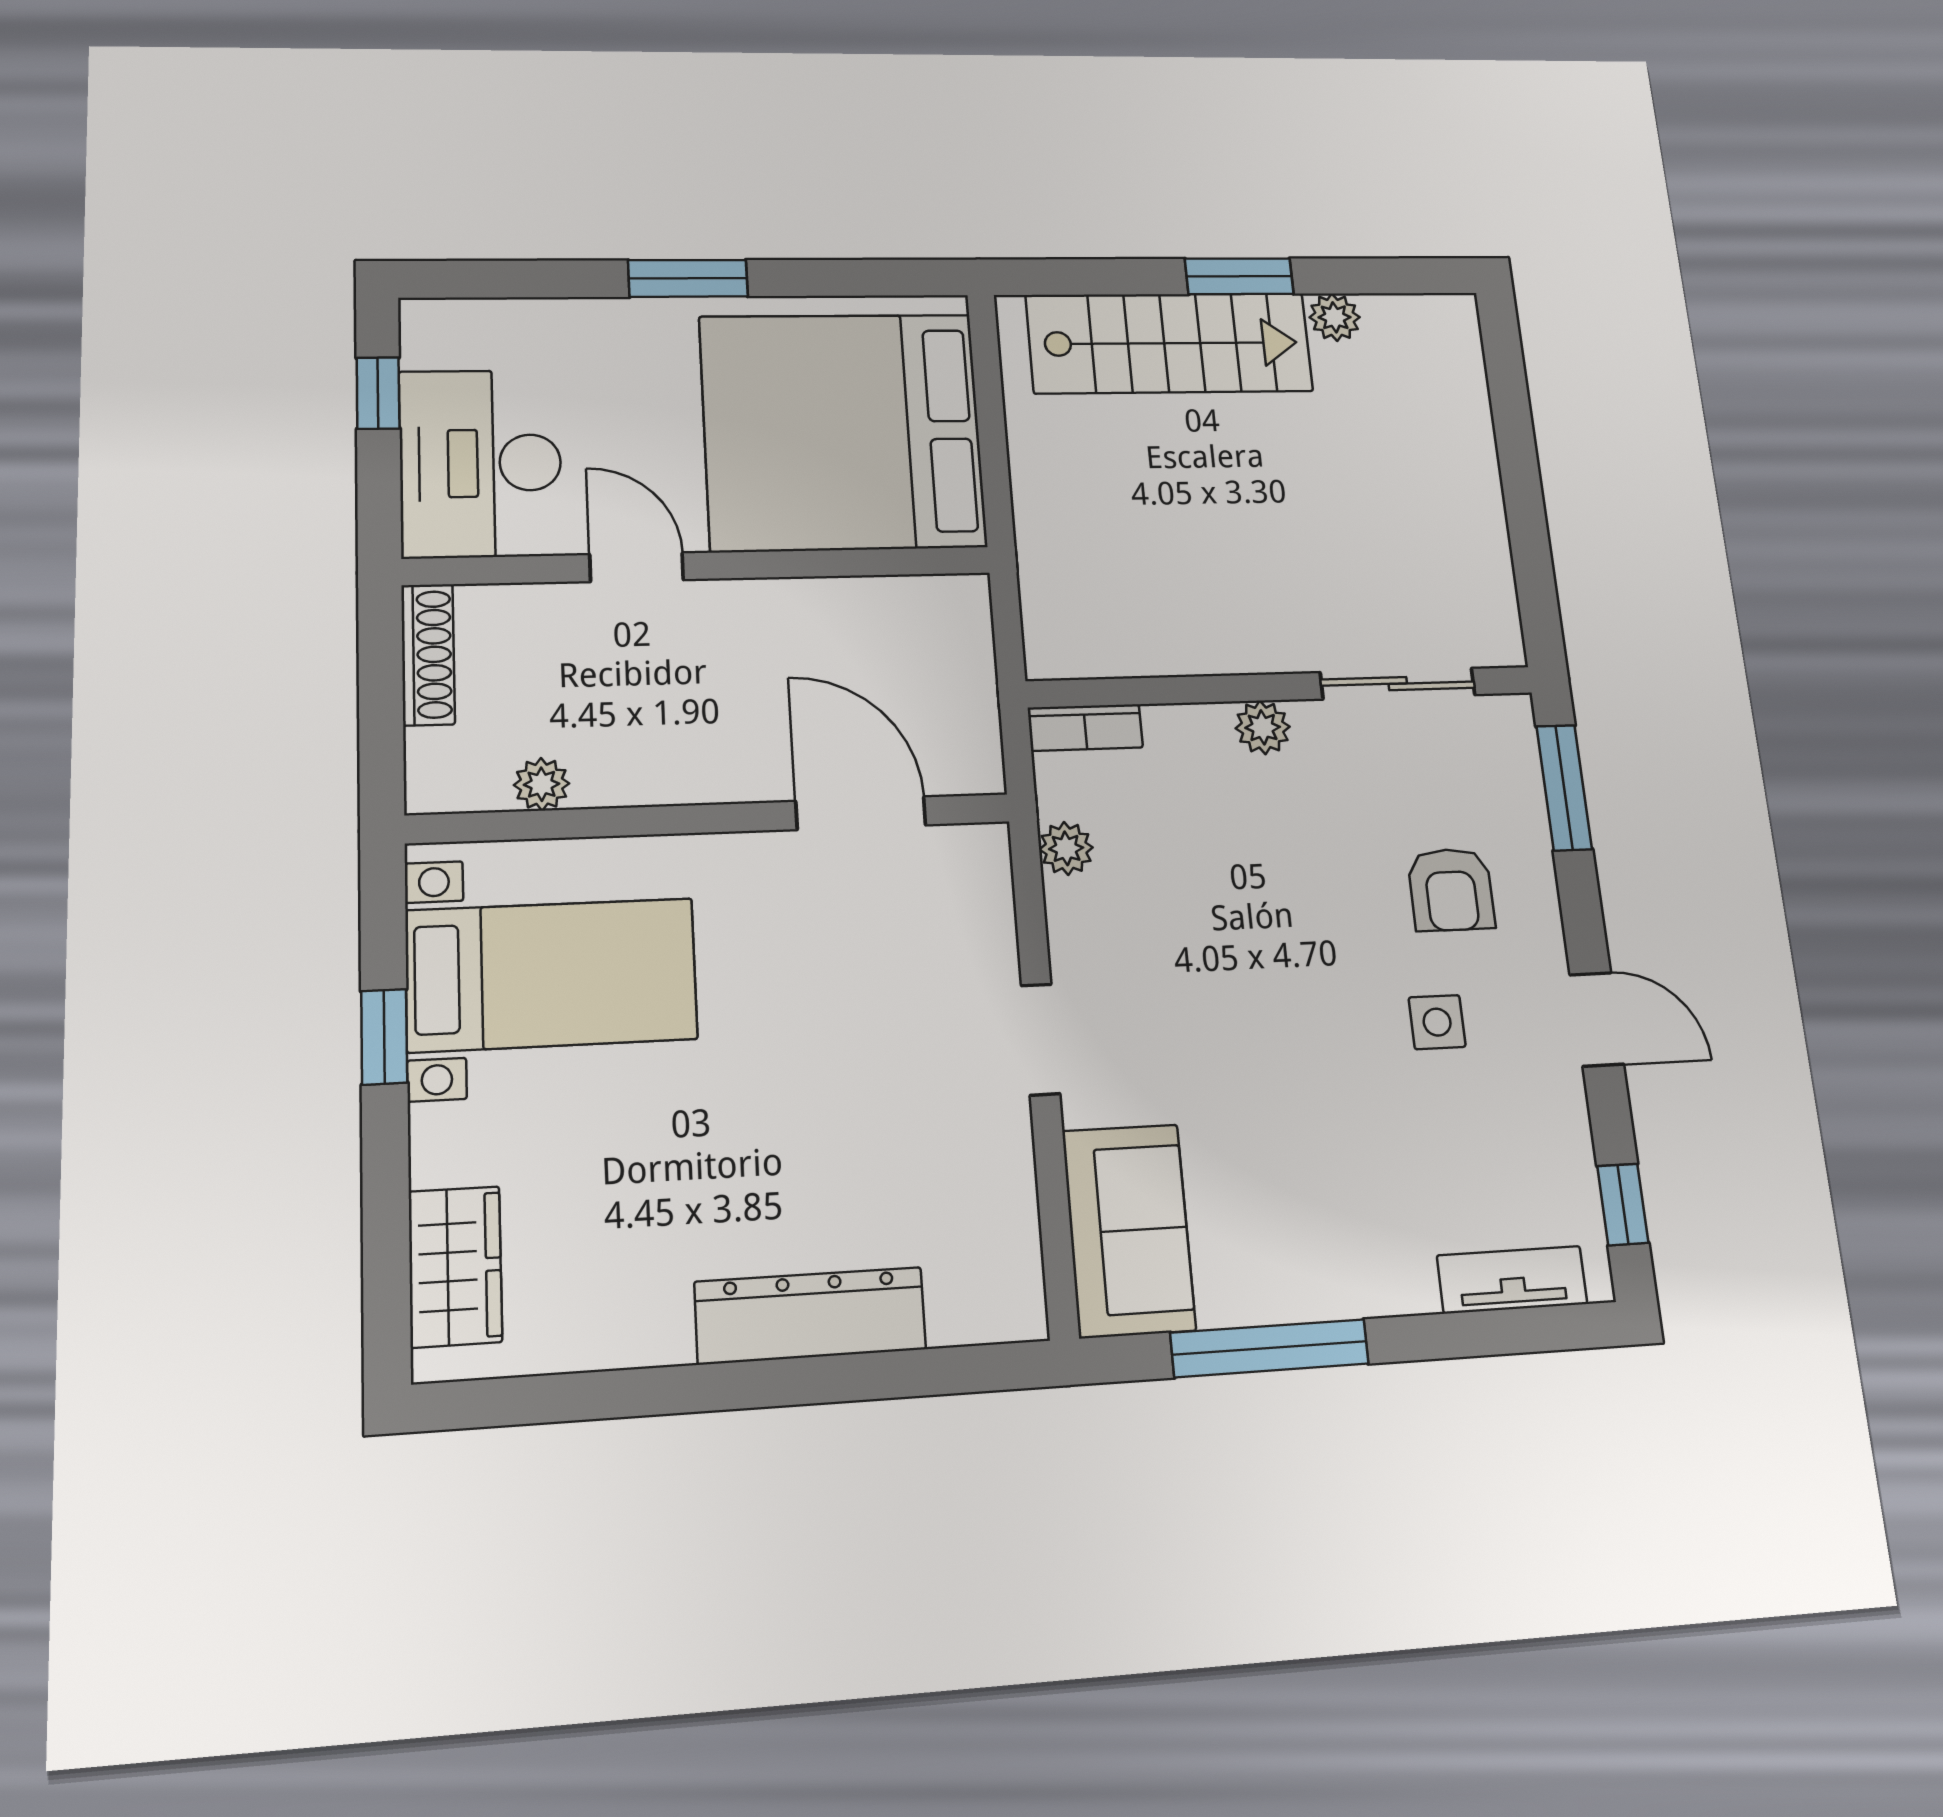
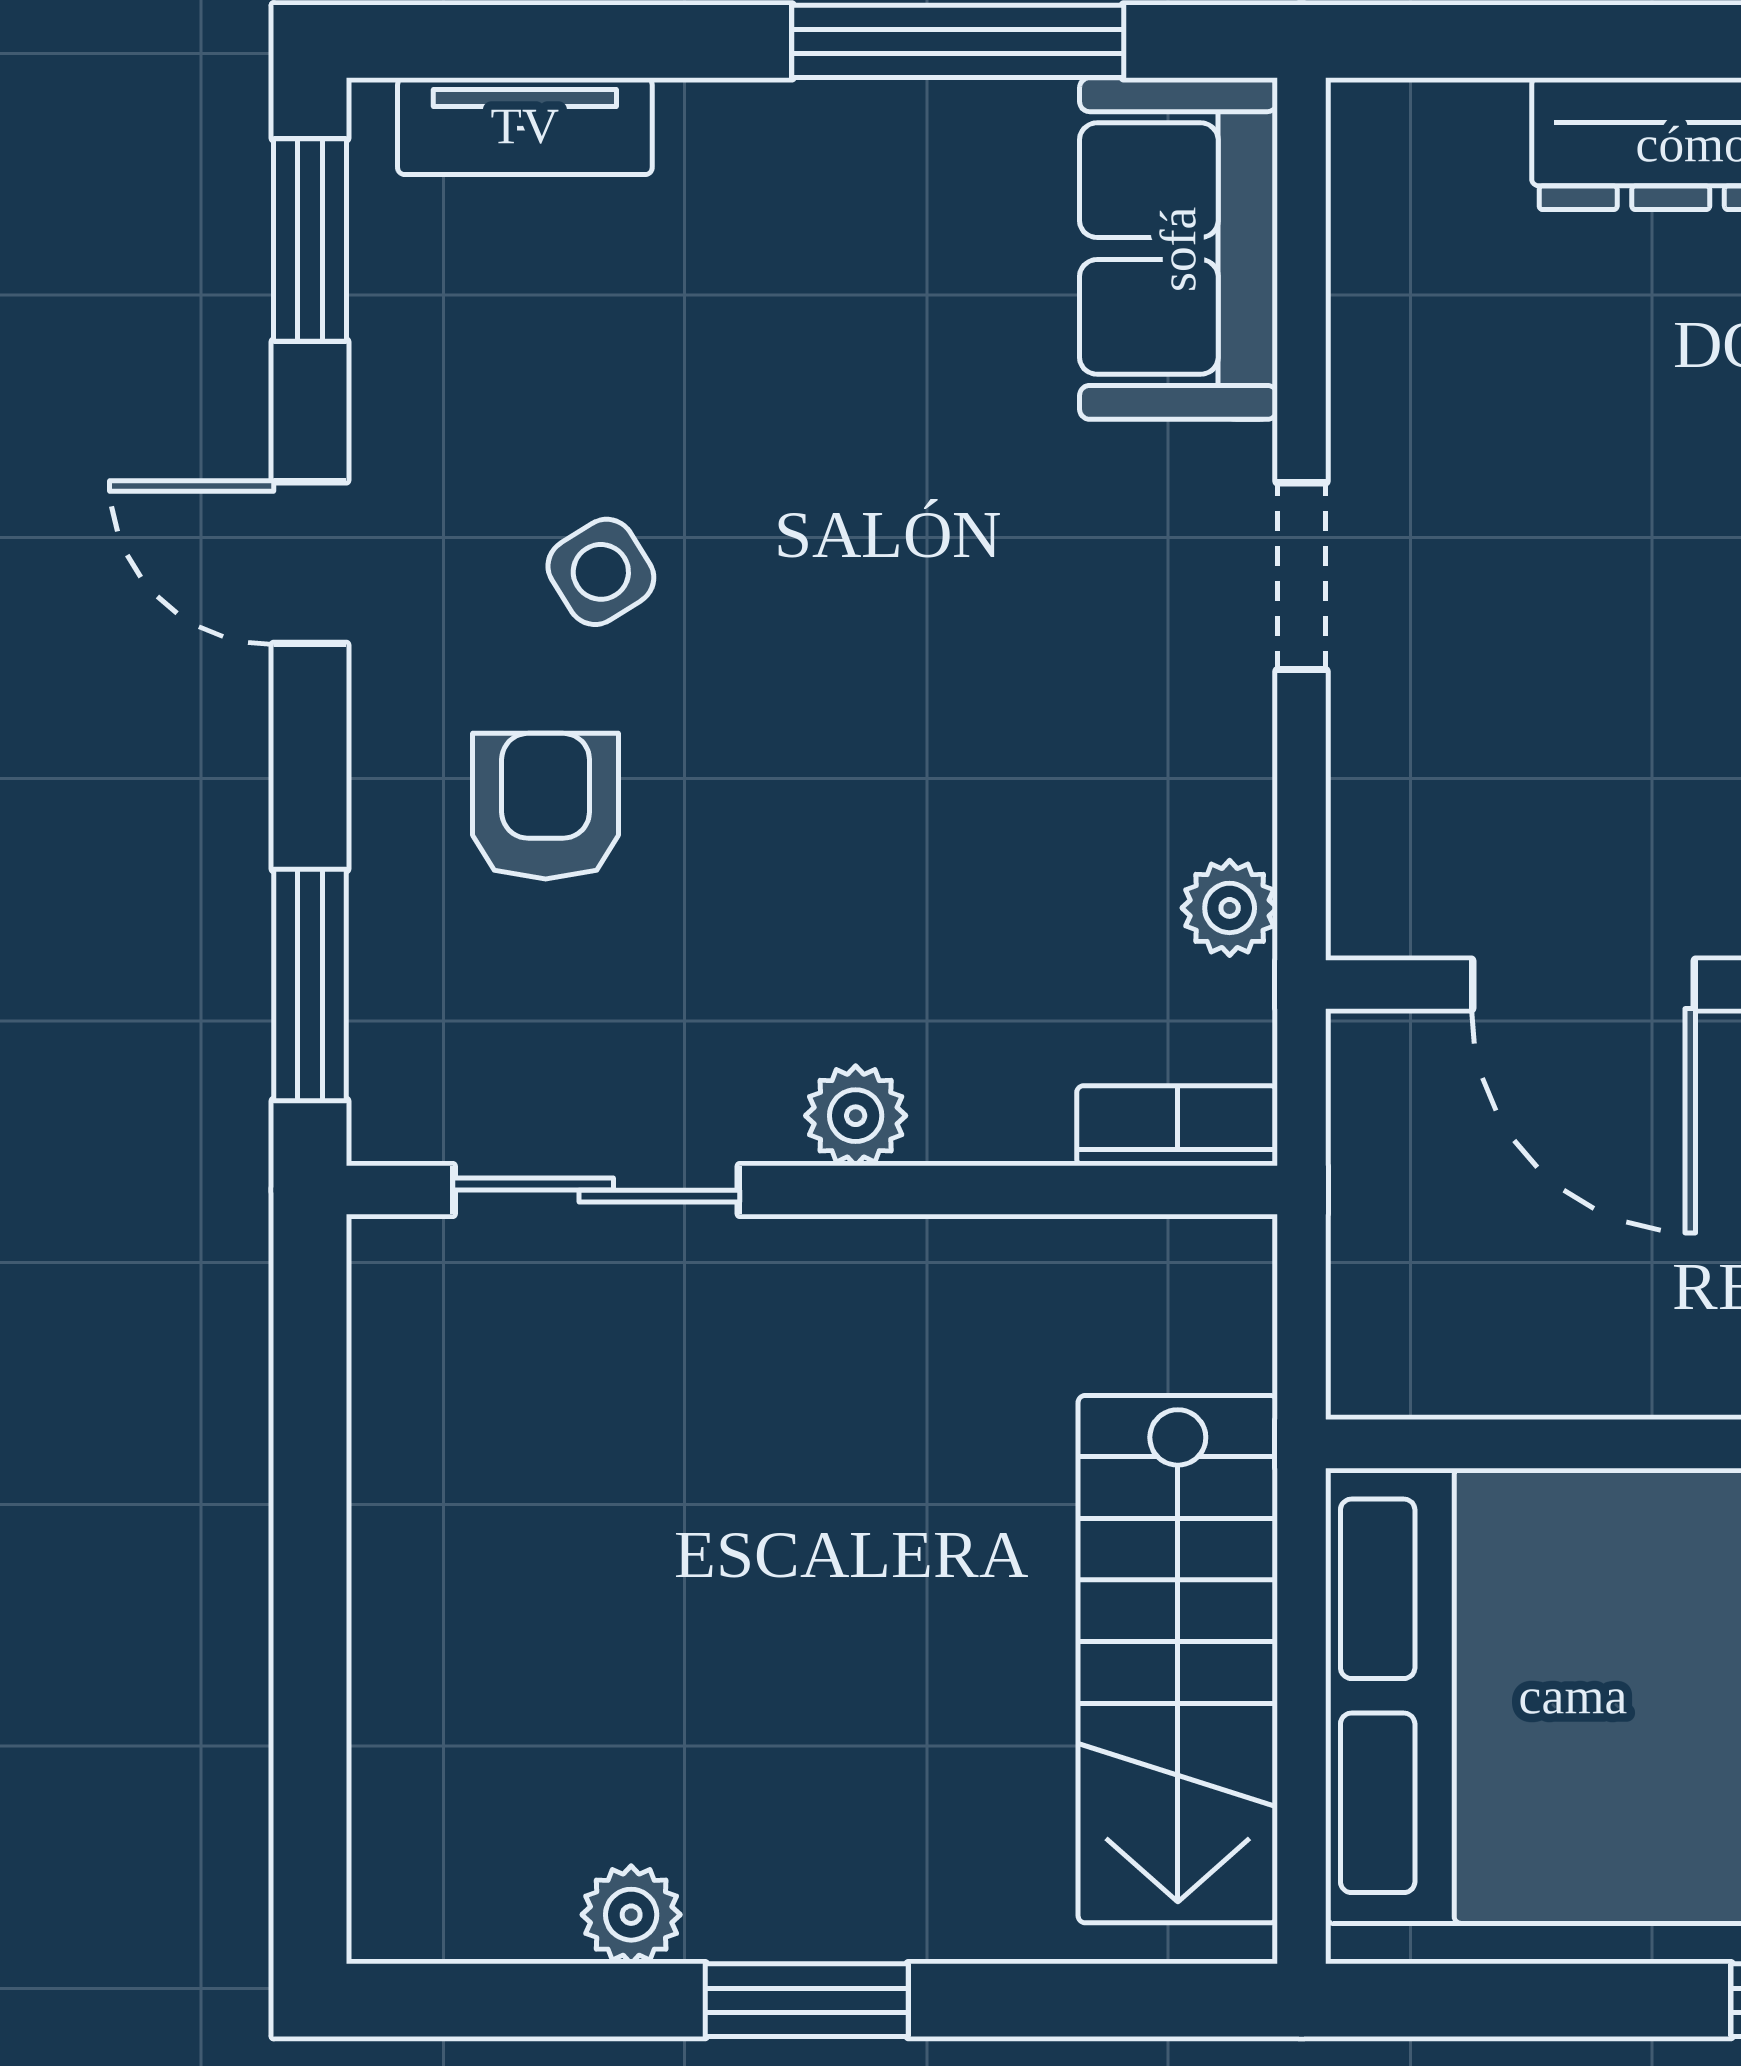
stairs: (1170, 343) -> (1178, 1659), moved, turned -90
side table: (1437, 1022) -> (601, 572), turned -32
window: (1623, 1204) -> (310, 240), width x1.50

